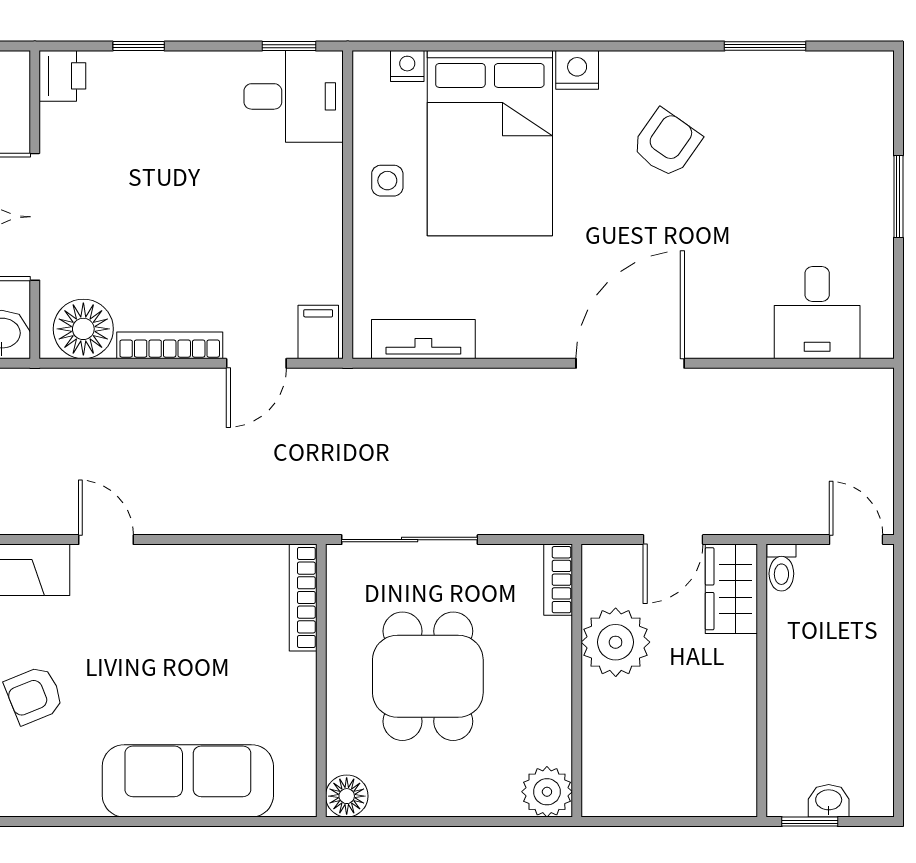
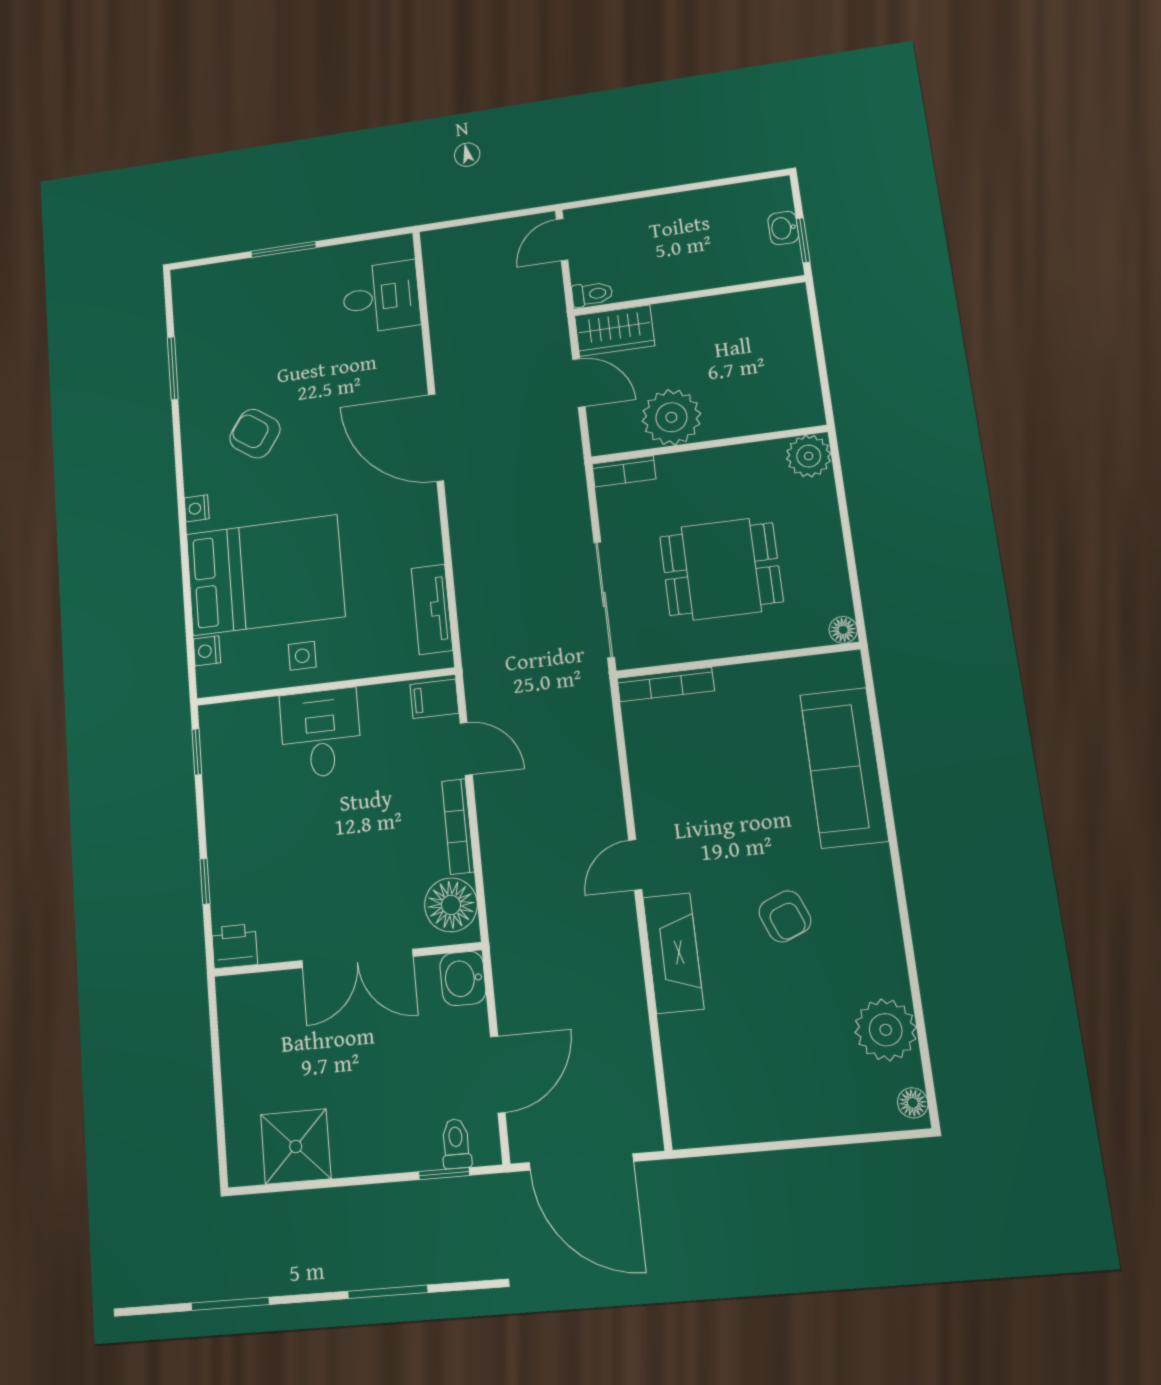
nightstand: (577, 70) -> (197, 508), width x0.72, depth x0.74
desk: (294, 96) -> (321, 733), moved
floor lamp: (347, 796) -> (843, 630), width x0.73, depth x0.73

